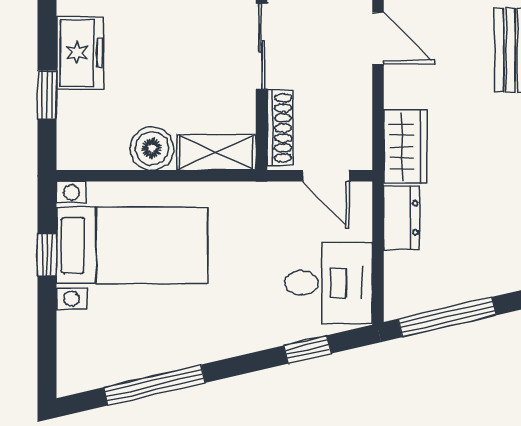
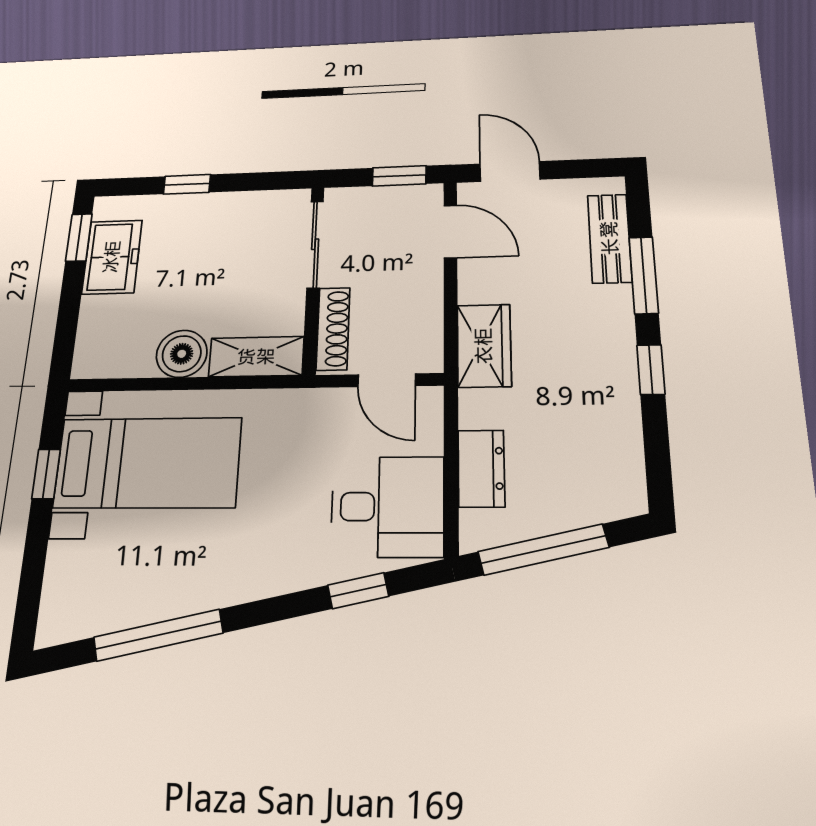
window: (47, 95) -> (79, 237), moved
dresser: (402, 218) -> (481, 468), moved

